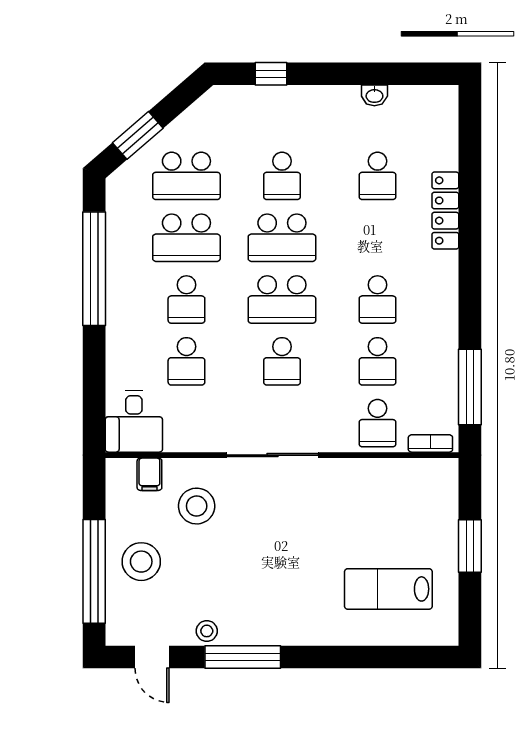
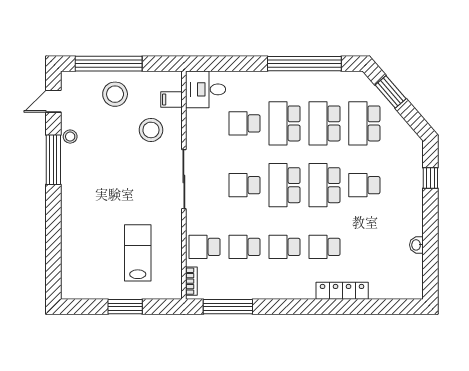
school desk: (377, 176) -> (324, 247), moved
school desk: (186, 300) -> (284, 123), width x1.85
lab bench: (388, 589) -> (138, 253), moved

